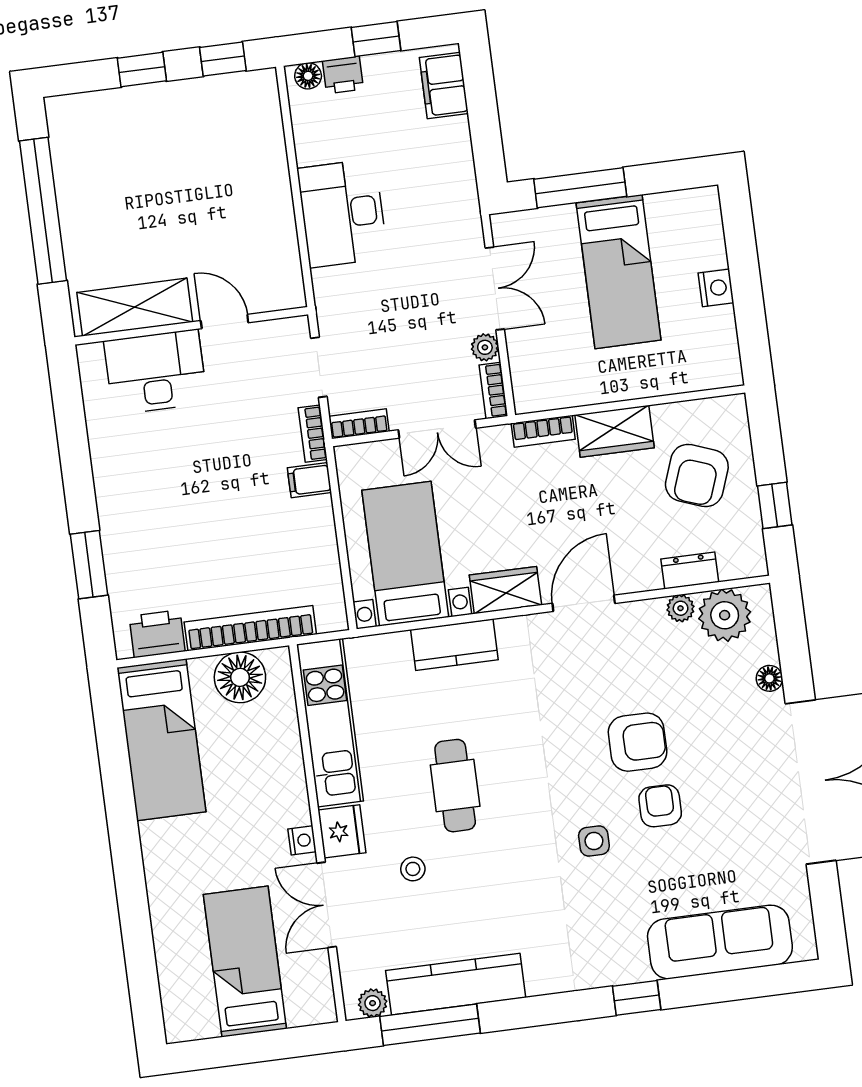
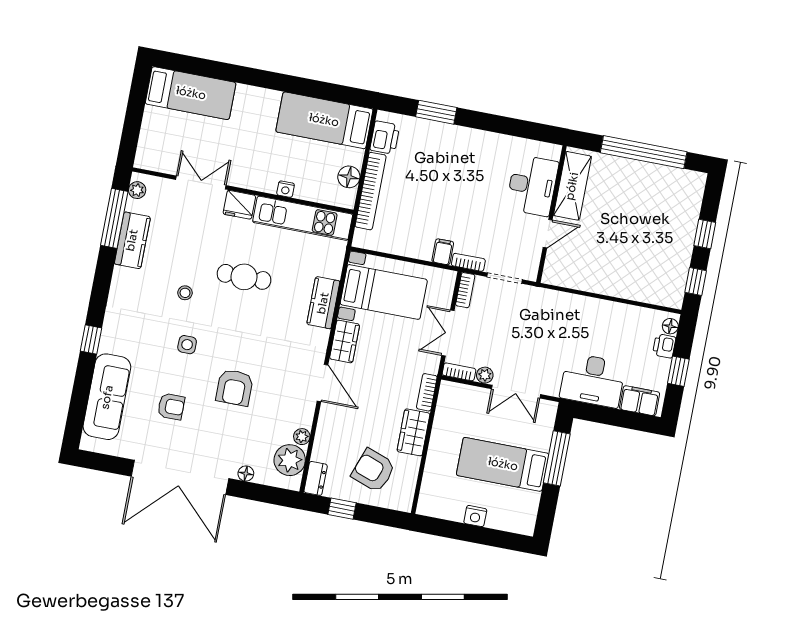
desk: (342, 213) -> (593, 380), moved, turned 180
dresser: (690, 571) -> (316, 478), moved
floor lamp: (240, 677) -> (349, 177), width x0.73, depth x0.73
armchair: (660, 806) -> (171, 406), moved
nightstand: (302, 840) -> (286, 189), moved
stool: (413, 869) -> (185, 293), moved
bed: (245, 962) -> (191, 93), moved
kitchen counter: (456, 984) -> (132, 240), width x0.67

